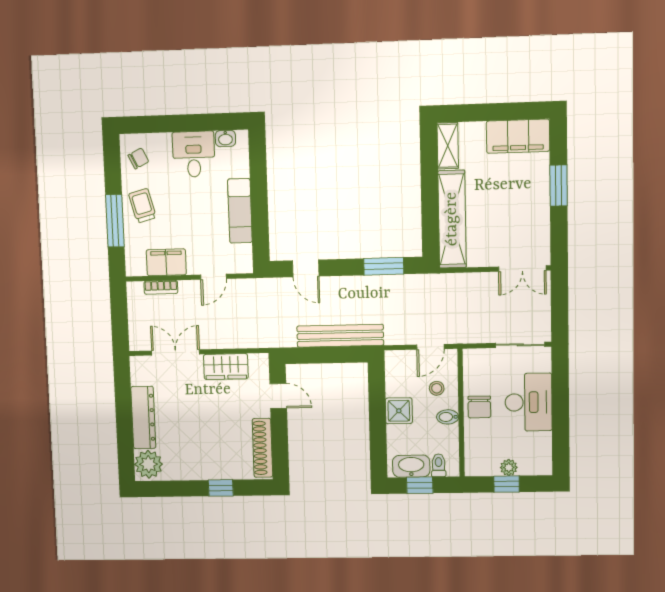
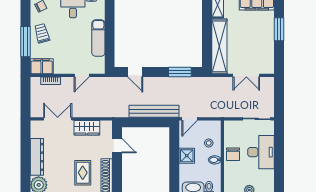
filing cabinet: (166, 262) -> (42, 66), moved
double door: (522, 269) -> (246, 75), moved
door: (430, 347) -> (190, 119), moved
rug: (222, 443) -> (83, 173), added

